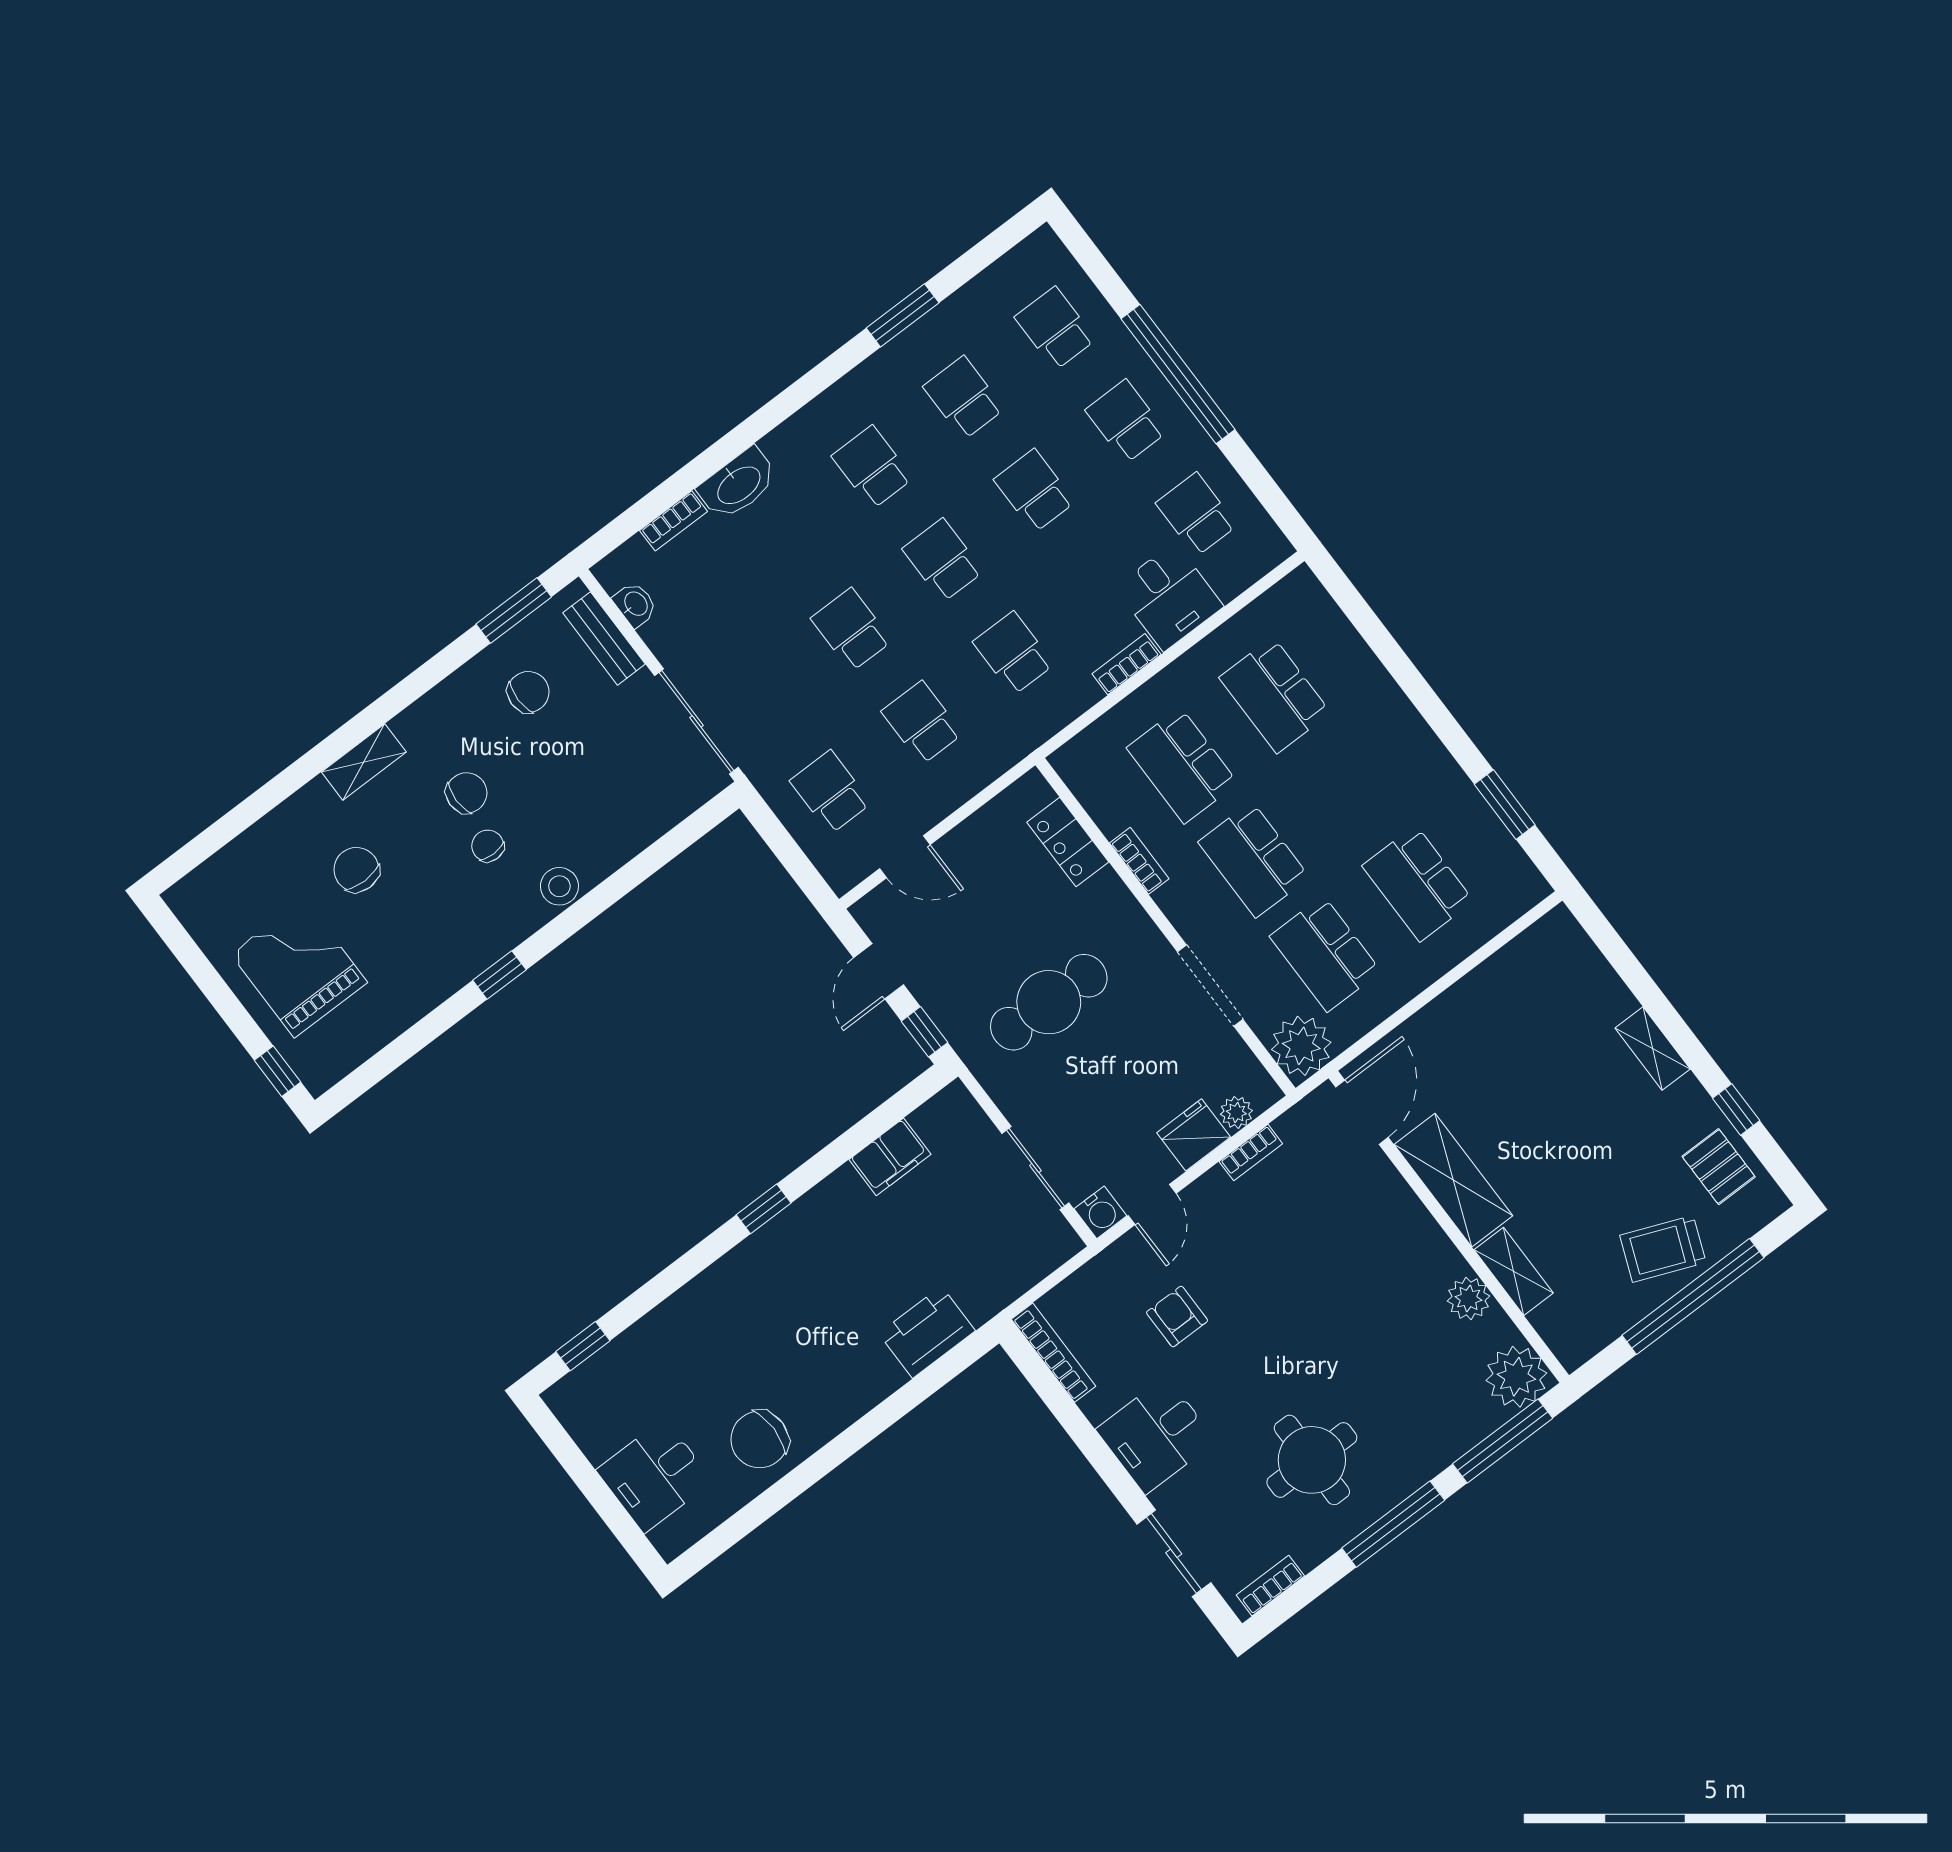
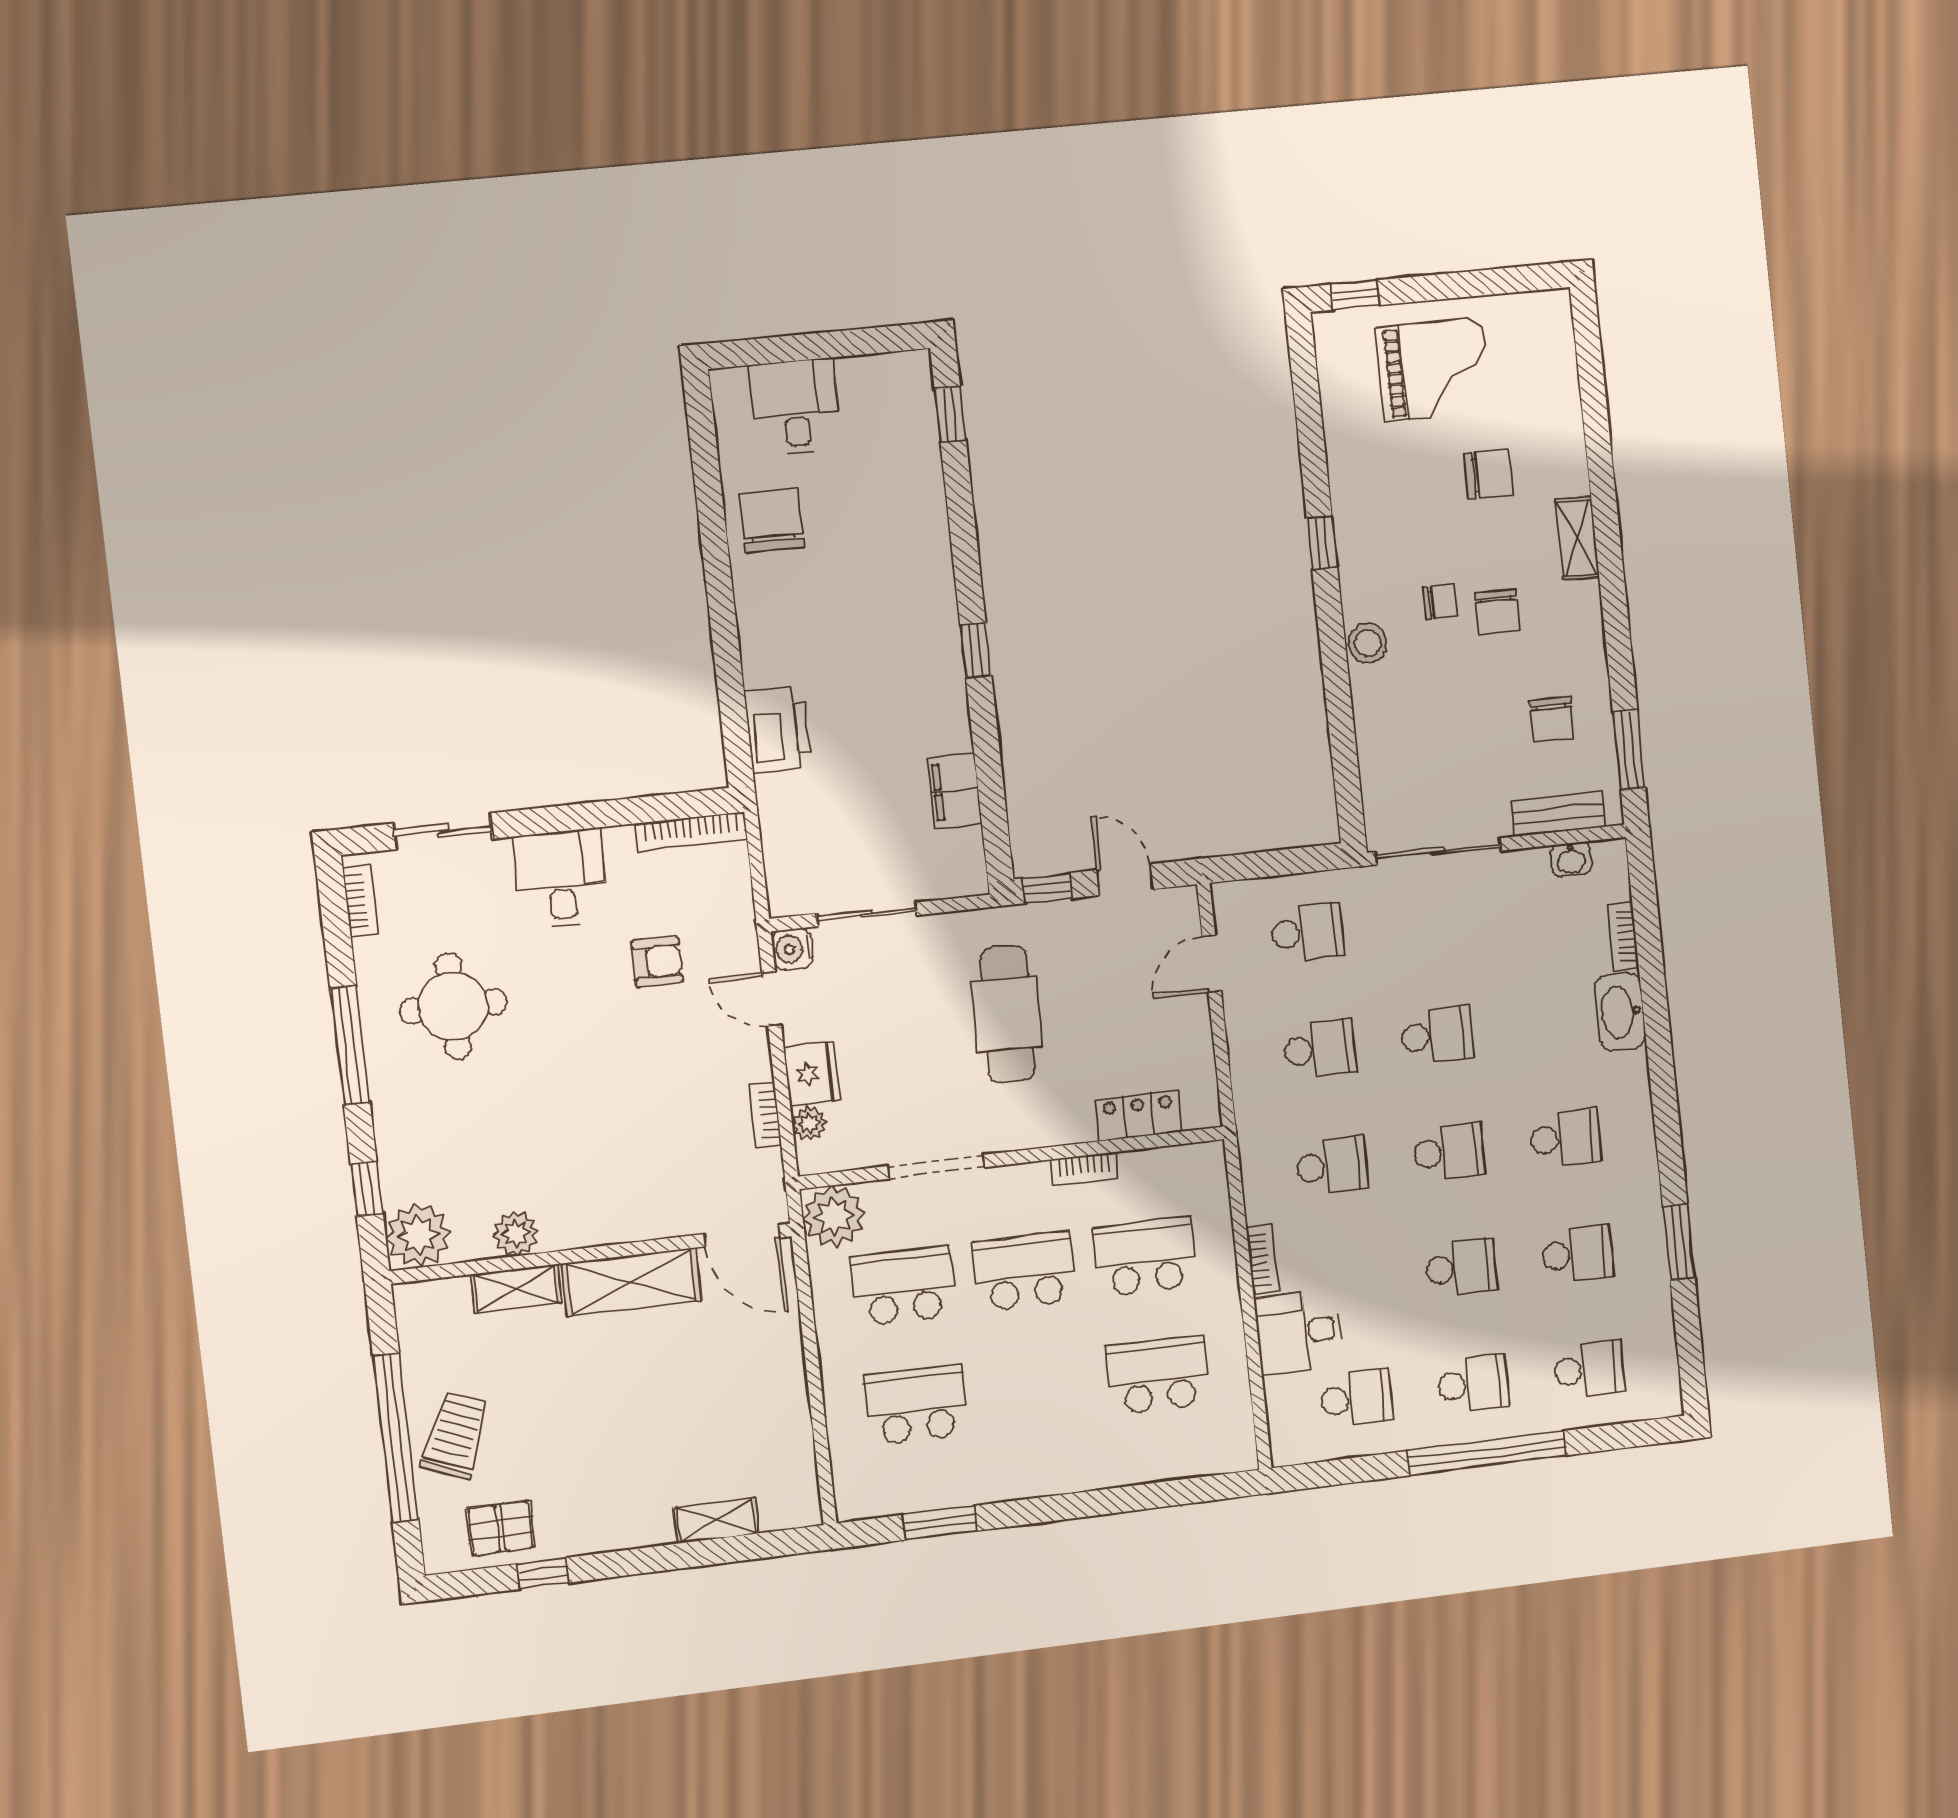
shelving: (1653, 1049) -> (716, 1520), moved
window: (1503, 1441) -> (367, 1189), width x0.46

